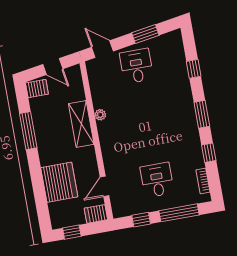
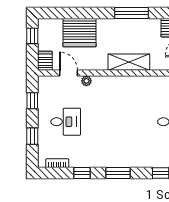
plant: (100, 115) -> (86, 81), moved
window: (179, 213) -> (32, 136), width x0.46

